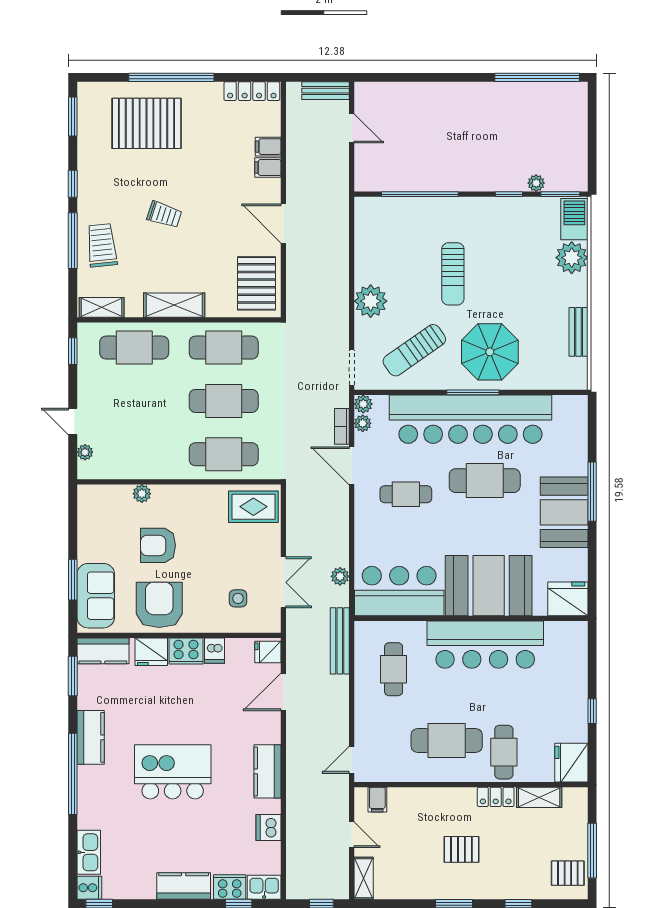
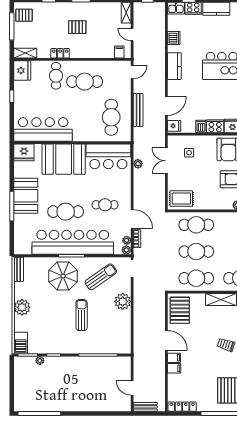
filing cabinet: (268, 147) -> (174, 358), moved
plant: (572, 258) -> (22, 307), moved
bench: (578, 332) -> (19, 269), moved
bench: (340, 641) -> (138, 110), moved
bar counter: (485, 645) -> (43, 130), moved
cafe table: (394, 669) -> (111, 117), width x1.37, depth x1.35
shelving: (539, 797) -> (25, 53), moved

